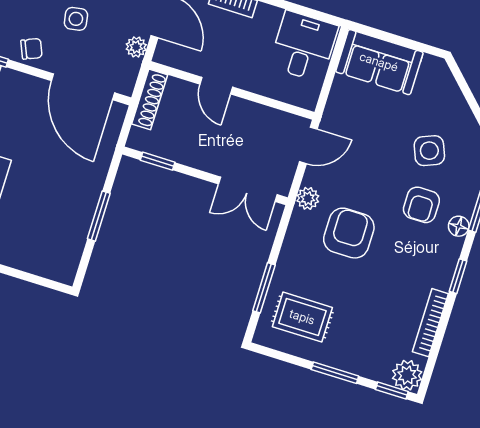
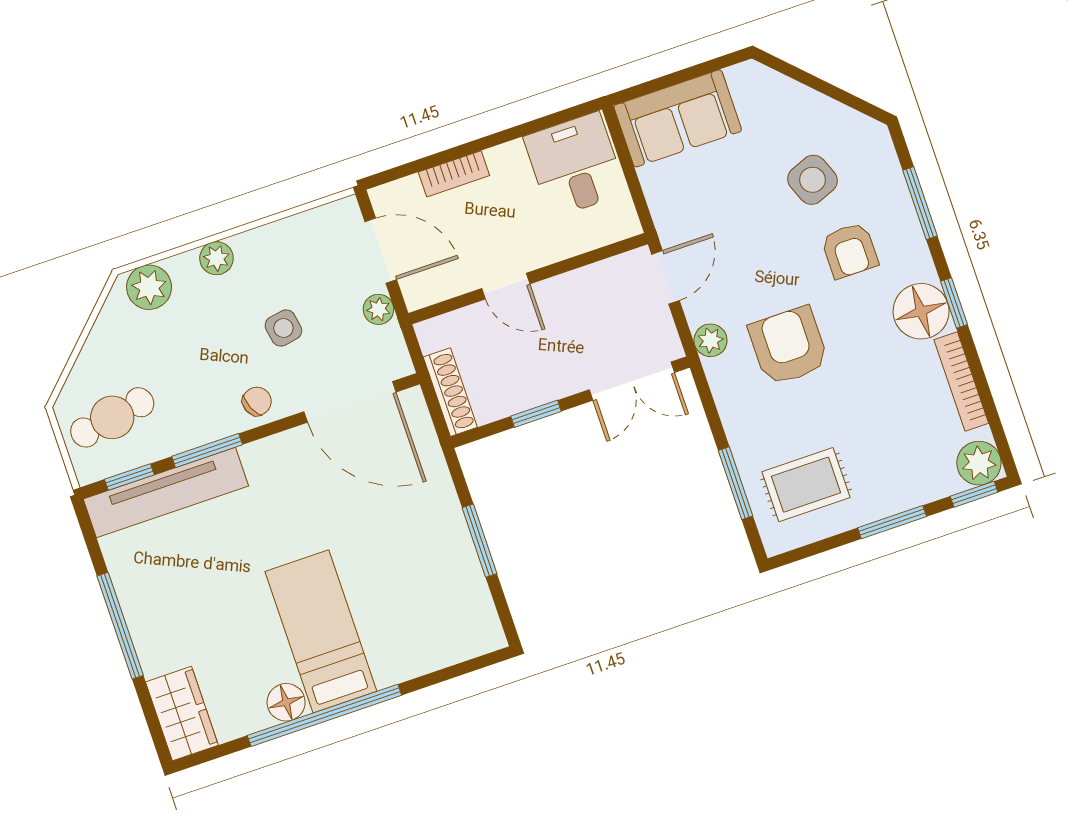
shoe rack: (150, 99) -> (450, 392), moved
window: (158, 161) -> (536, 414), moved
floor lamp: (459, 226) -> (921, 311), moved, width x1.89, depth x1.89

